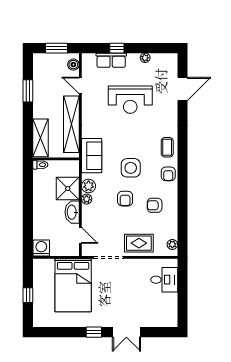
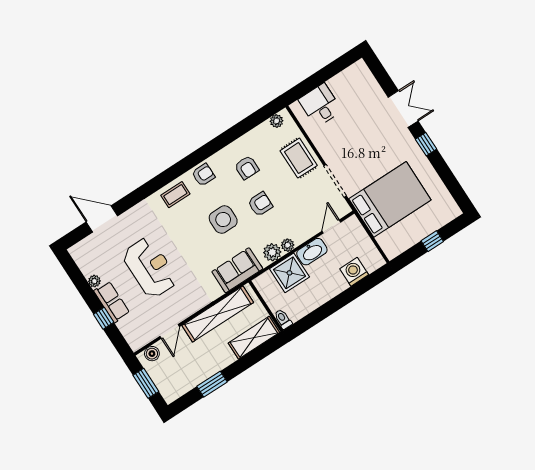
row of seats: (111, 60) -> (112, 302), moved
washing machine: (41, 248) -> (354, 272), moved, turned 90

